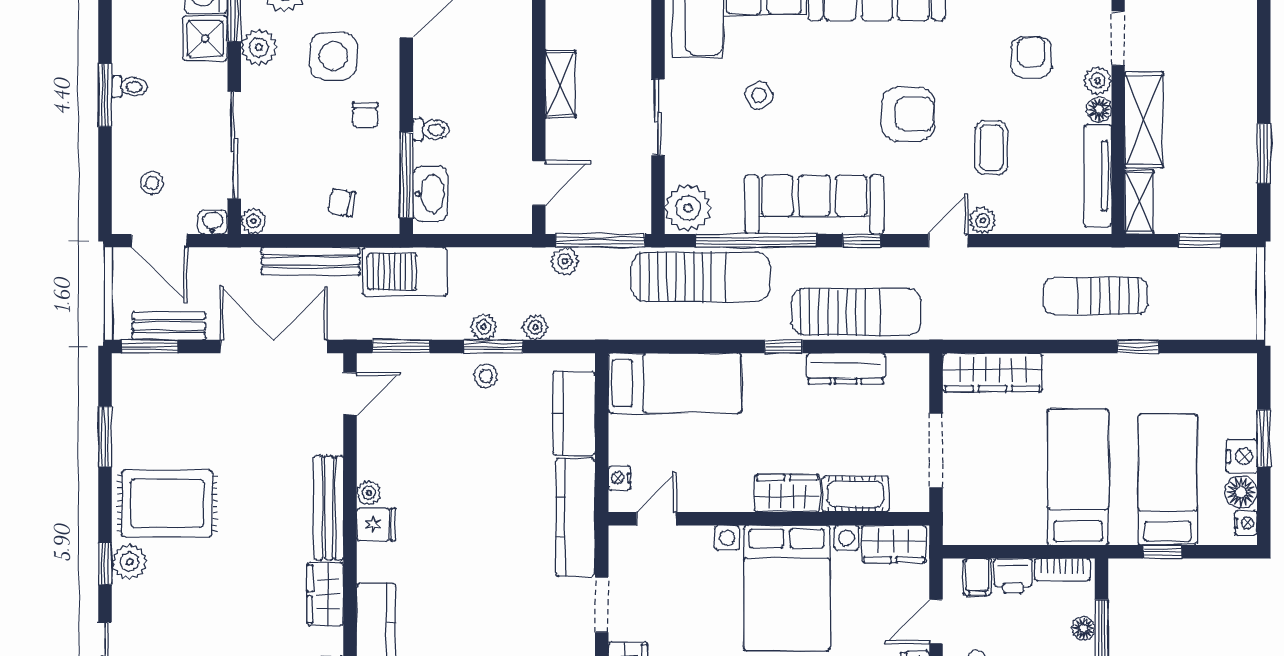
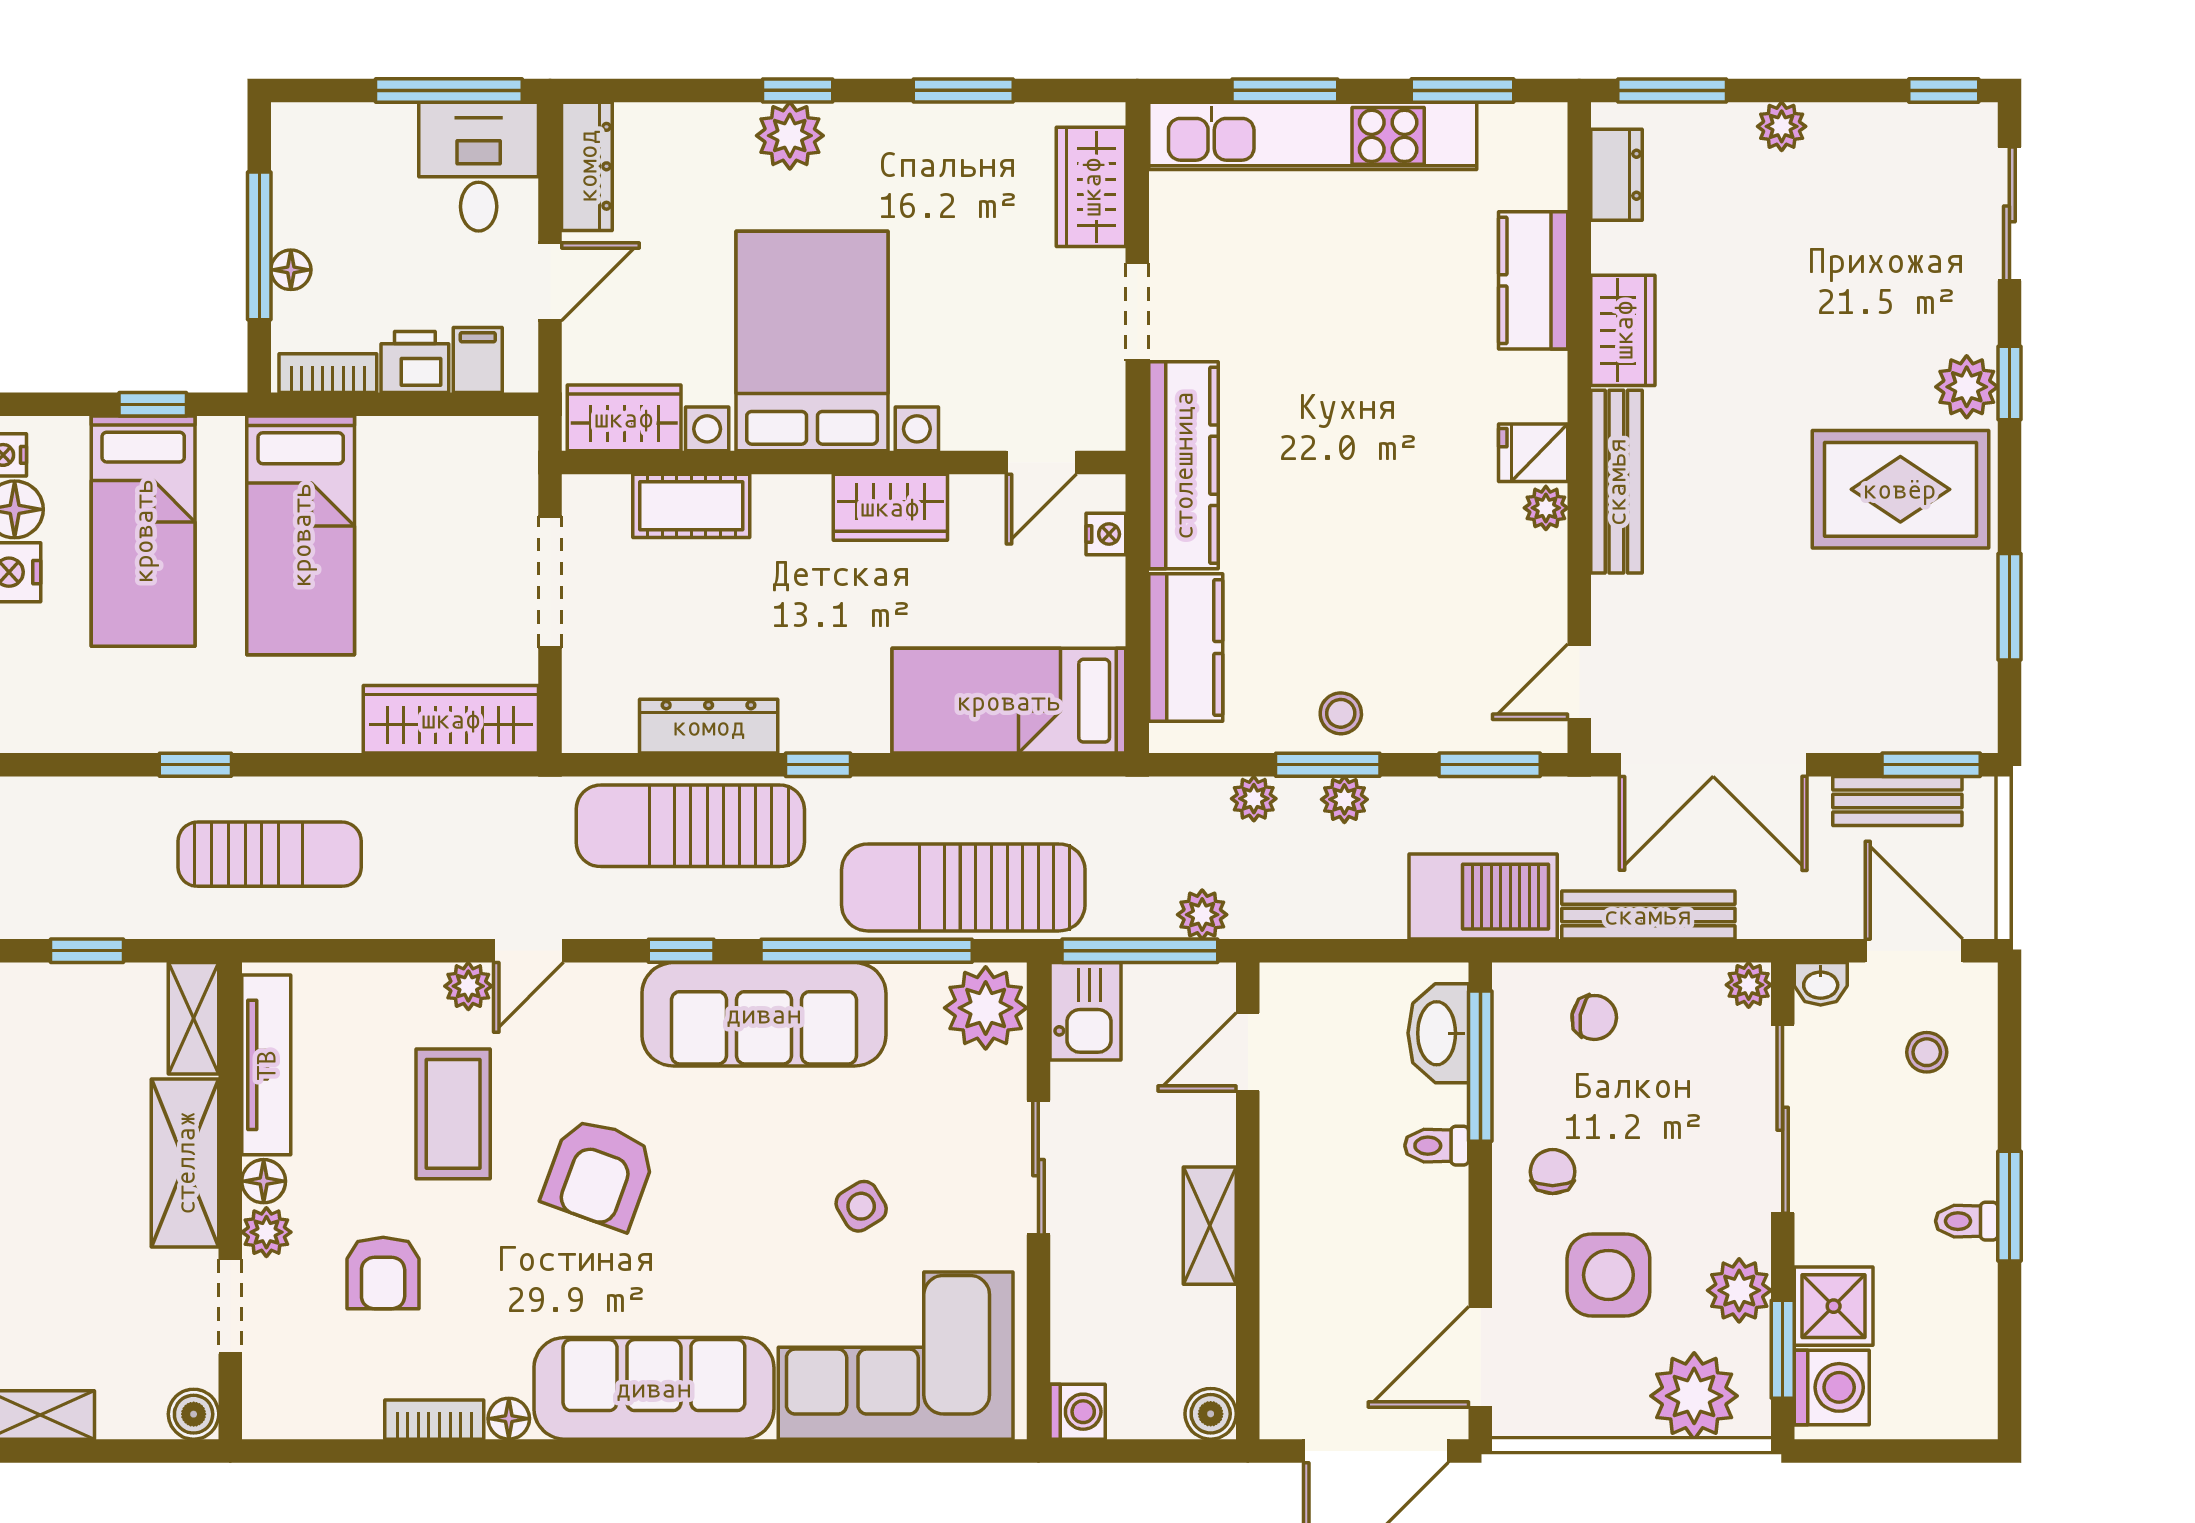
armchair: (908, 114) -> (599, 1173), turned -70
coffee table: (991, 148) -> (453, 1114), width x1.36, depth x1.30
kitchen sink: (631, 206) -> (1085, 1011), added
wardrobe: (787, 493) -> (890, 507), moved

